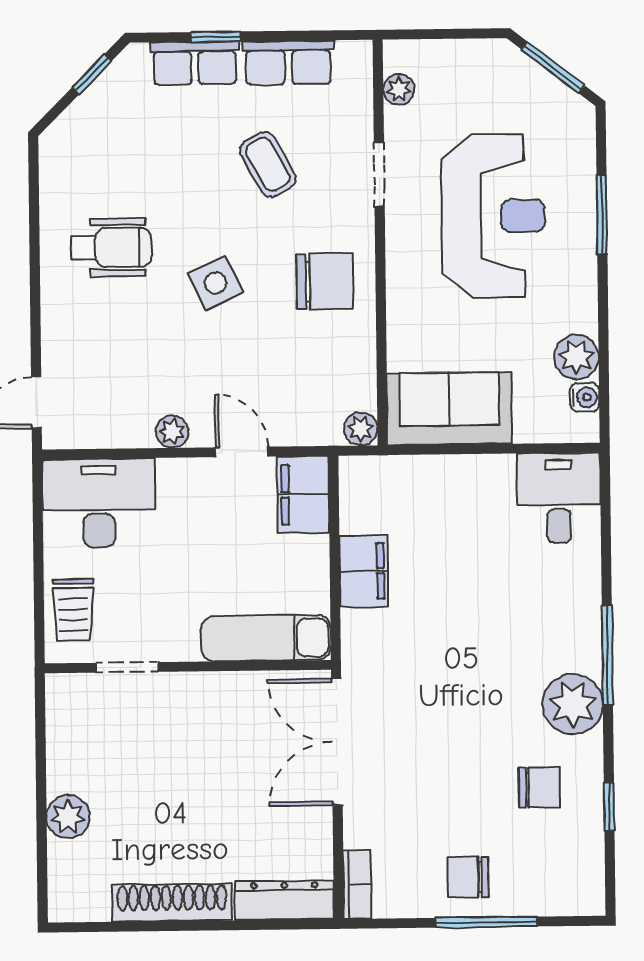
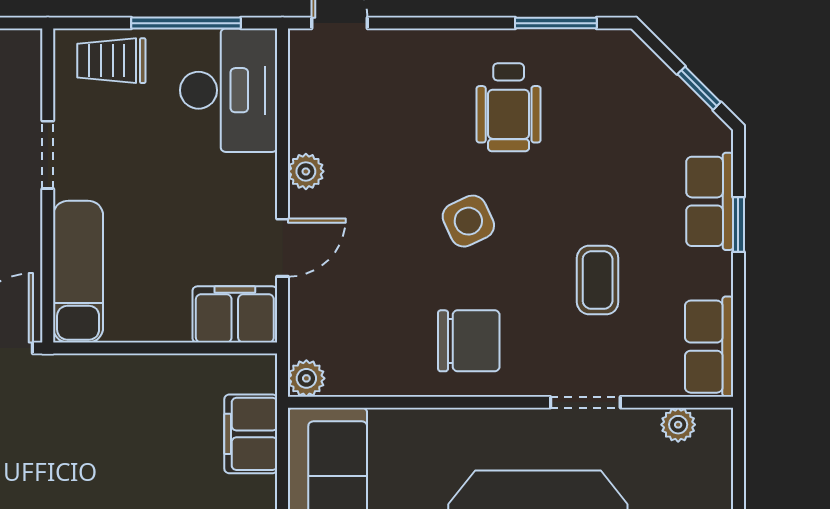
row of seats: (288, 63) -> (709, 347), moved
coffee table: (268, 165) -> (598, 280), turned -61
window: (34, 205) -> (556, 23), added
chair: (325, 281) -> (469, 341), turned -90
window: (38, 542) -> (186, 23), added
filing cabinet: (364, 571) -> (251, 434), moved, turned 90
doorway: (127, 667) -> (48, 155), moved

